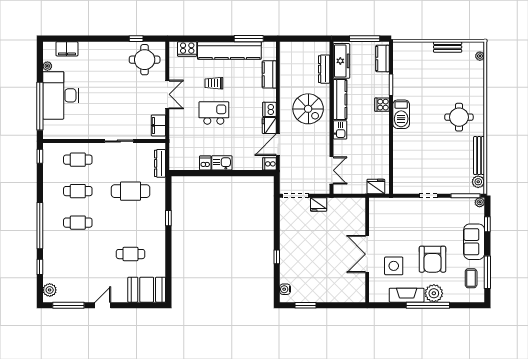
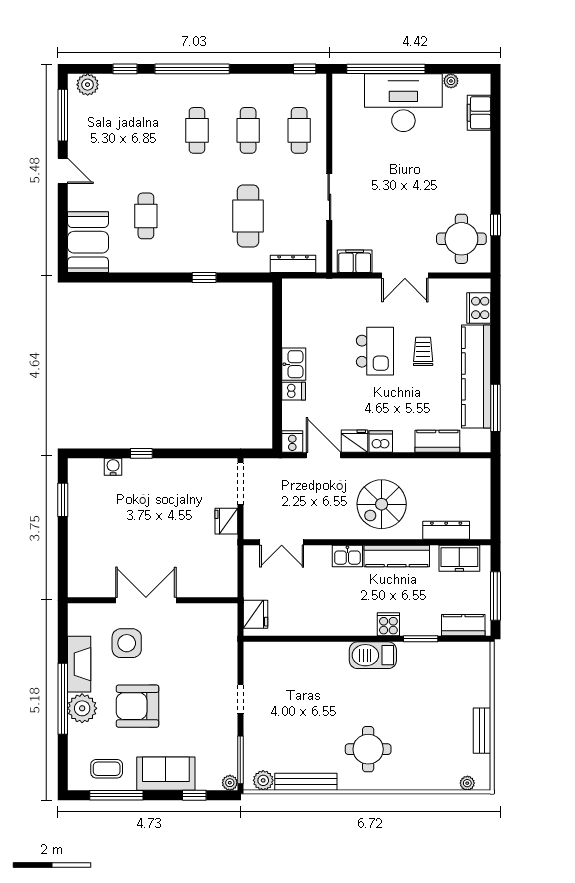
freezer: (341, 61) -> (459, 558), width x0.71
dishwasher: (205, 163) -> (294, 391), moved
water cooler: (285, 289) -> (113, 467), moved

